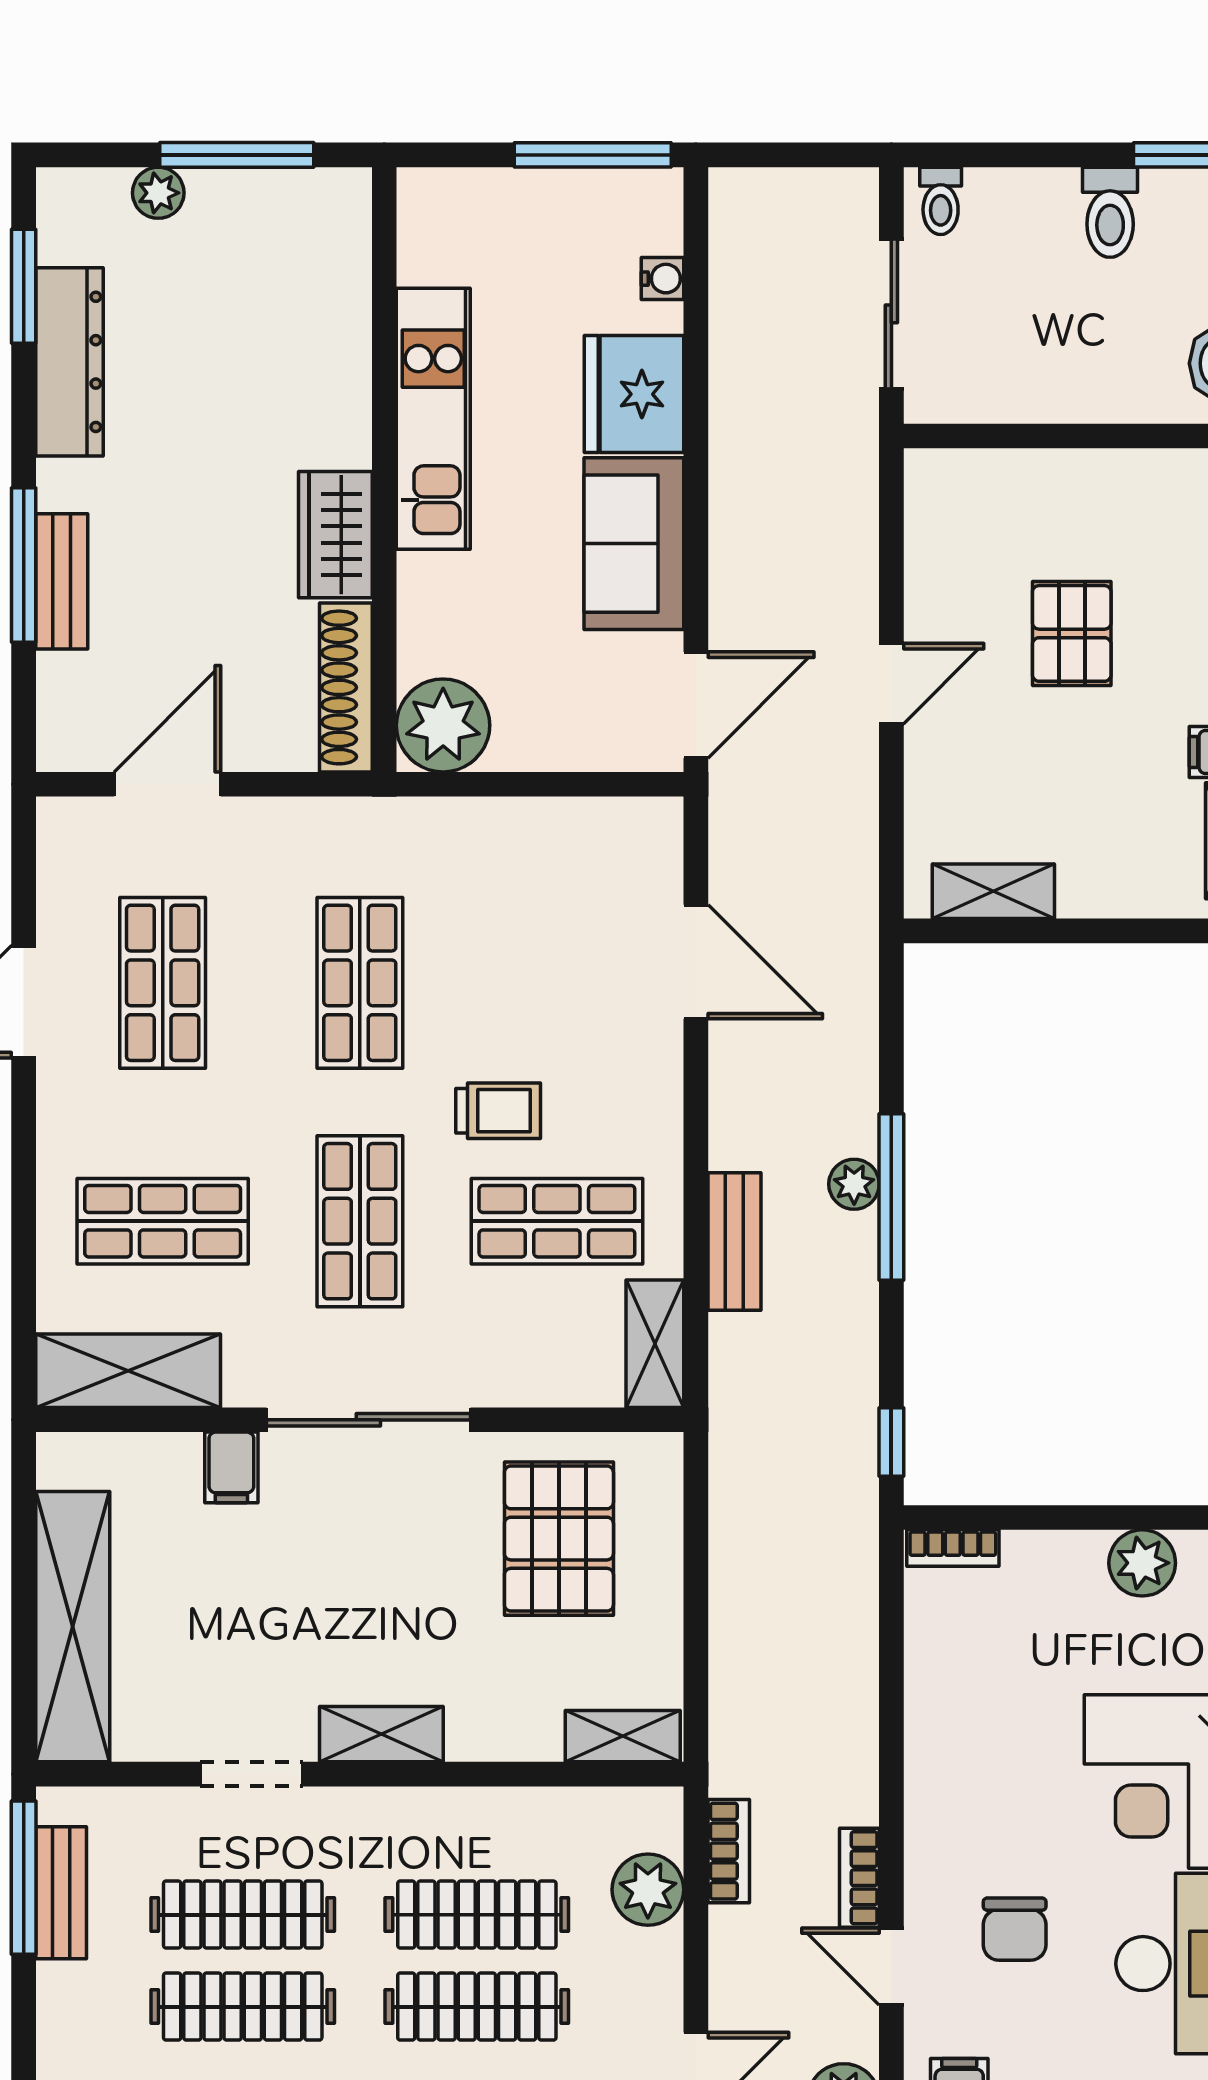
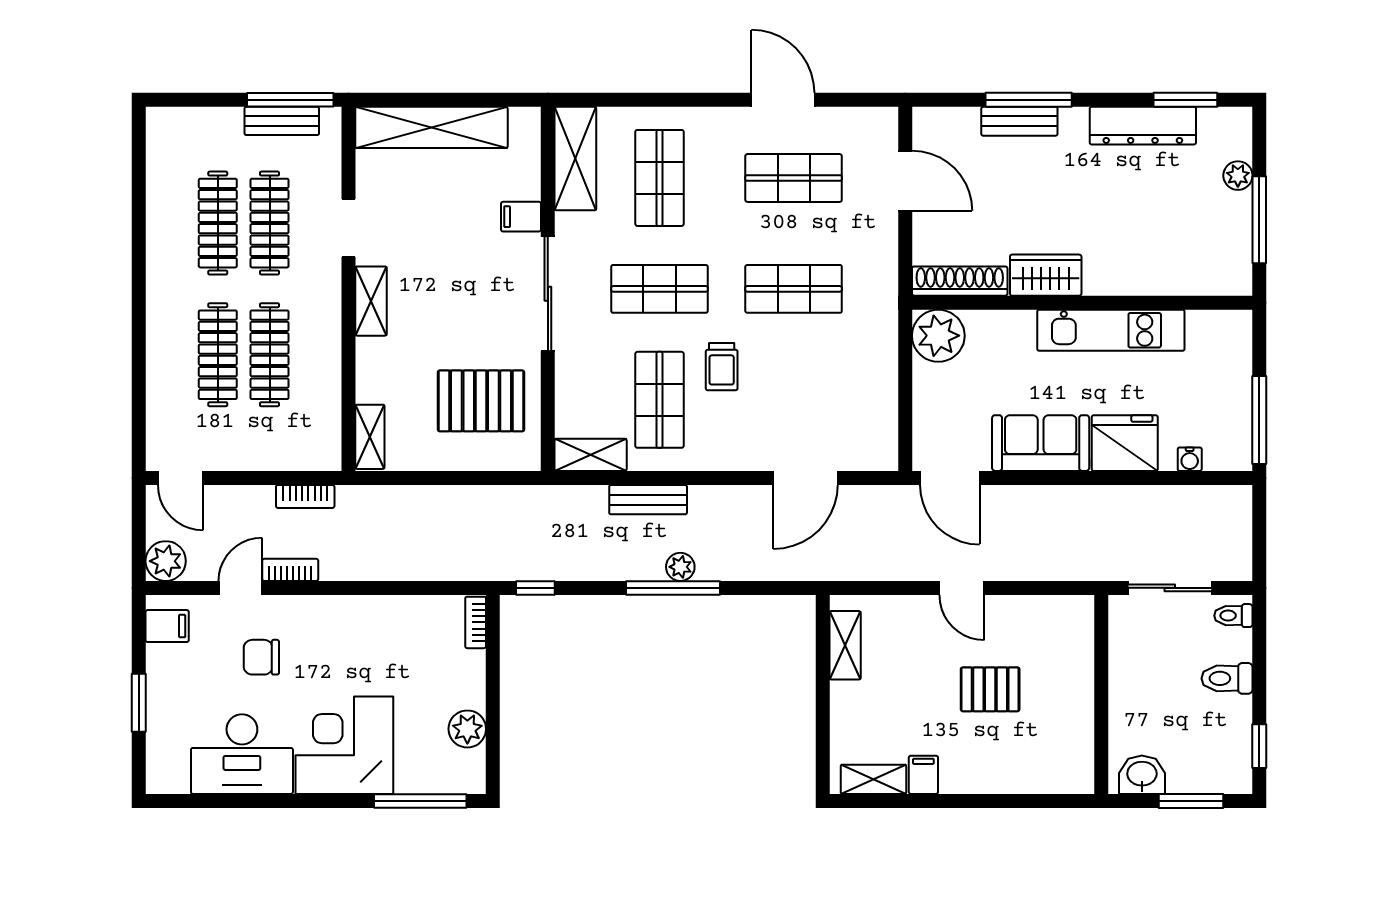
toilet: (1110, 212) -> (1227, 678), moved
plant: (648, 1890) -> (284, 451), removed

